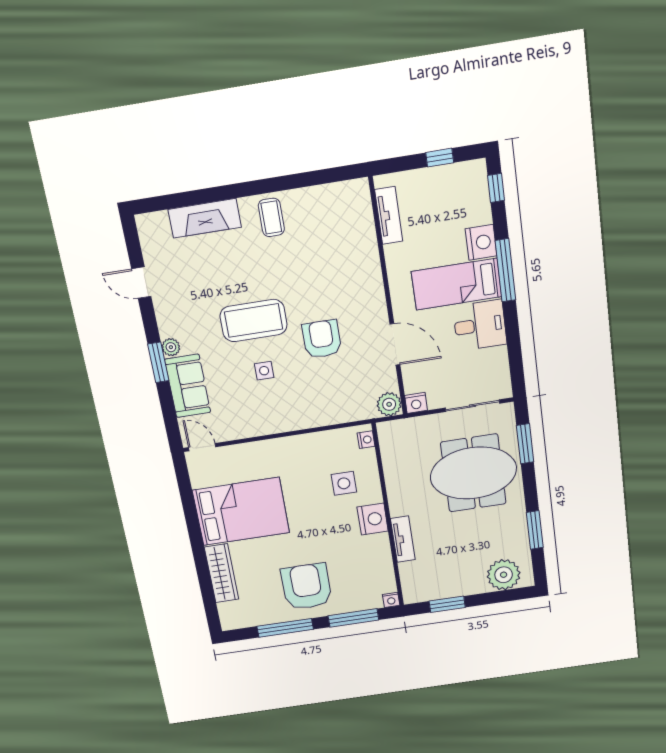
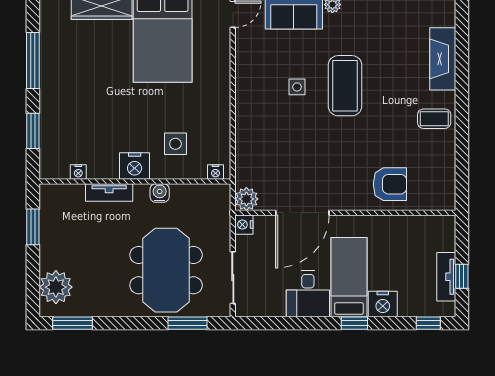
tv unit: (389, 215) -> (446, 277), moved, turned 90
window: (505, 270) -> (354, 323), width x0.46
armchair: (322, 339) -> (390, 184), moved
door: (395, 344) -> (302, 213), width x1.36
water cooler: (396, 491) -> (160, 193), added
window: (535, 530) -> (73, 323), moved
armchair: (306, 587) -> (74, 89), removed
nightstand: (391, 600) -> (78, 172), moved, turned -90
window: (353, 618) -> (33, 131), width x0.69

